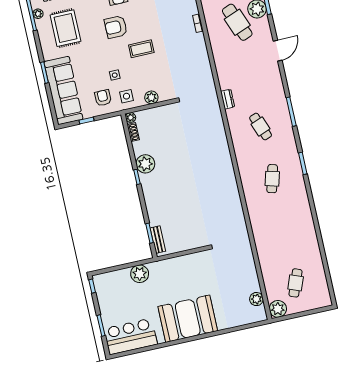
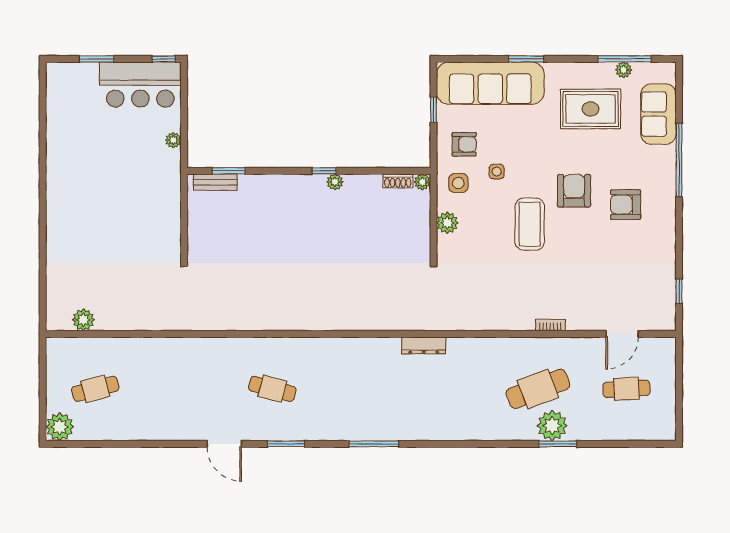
coffee table: (141, 49) -> (530, 224), width x1.36, depth x1.32
door: (278, 51) -> (224, 444), moved
dresser: (228, 99) -> (424, 345), width x1.44
cafe table: (261, 127) -> (361, 389), removed
plant: (145, 164) -> (335, 182), width x0.53, depth x0.53
plant: (140, 274) -> (173, 140), width x0.53, depth x0.53
cafe table: (296, 283) -> (95, 389), turned -36
plant: (278, 309) -> (60, 427), moved
booth: (188, 319) -> (76, 202), removed
bar counter: (130, 336) -> (140, 85), moved, turned 90

